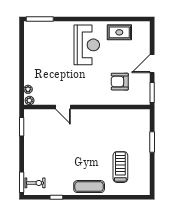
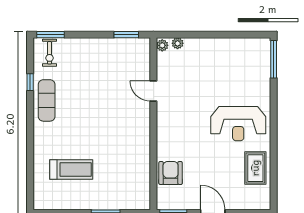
armchair: (120, 82) -> (171, 173), moved
door: (63, 107) -> (153, 91), hinge flipped
exercise mat: (89, 187) -> (47, 100), moved

